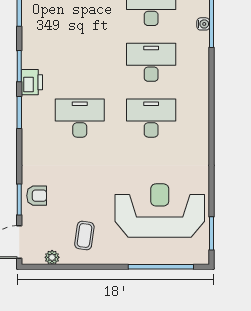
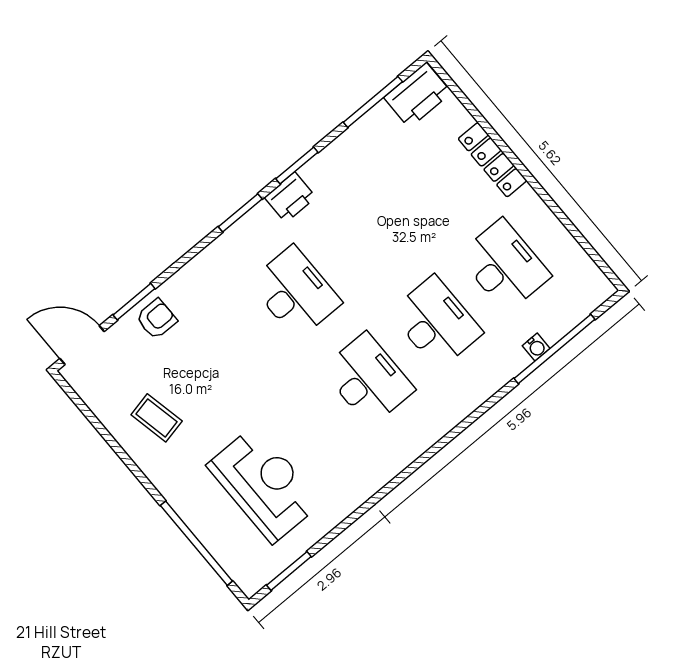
armchair: (37, 196) -> (156, 319), turned -90
reception desk: (160, 211) -> (264, 484), width x0.74, depth x0.77
coffee table: (84, 236) -> (157, 418), turned 70
plant: (52, 257) -> (97, 401), removed

